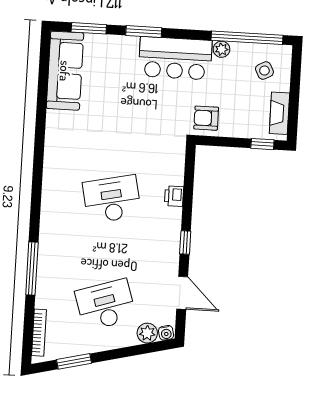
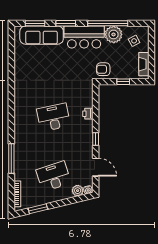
window: (247, 38) -> (108, 23), moved
plant: (222, 49) -> (114, 34), width x1.88, depth x1.88
sofa: (65, 71) -> (42, 35), moved, turned 90
window: (262, 144) -> (123, 82), moved

